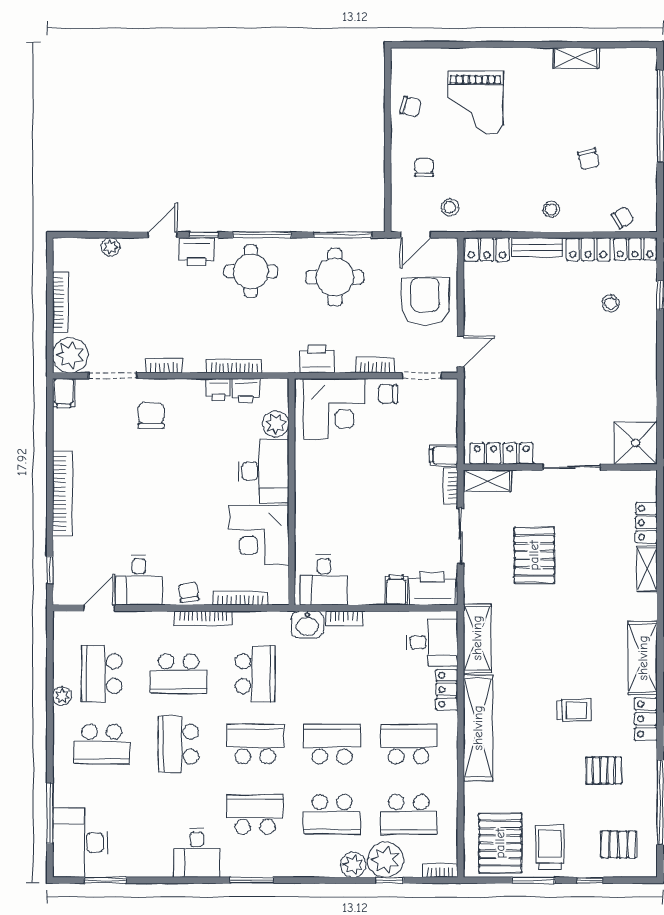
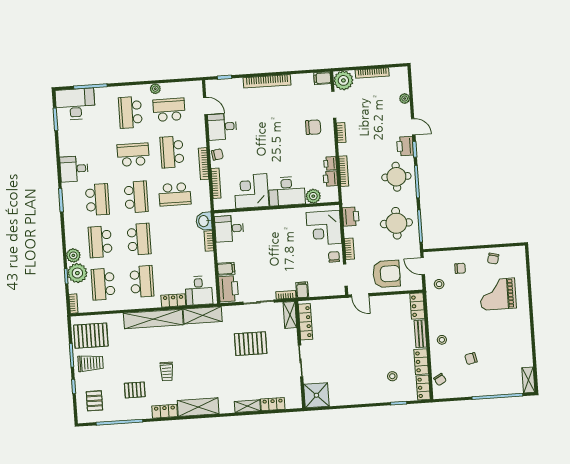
shelving: (576, 58) -> (528, 380), moved
pallet: (604, 770) -> (135, 390), turned 90

